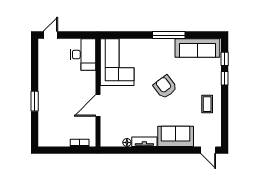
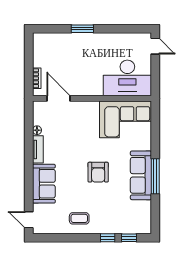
sofa: (197, 48) -> (141, 175), moved
desk: (83, 54) -> (127, 78), width x1.36, depth x1.30
armchair: (165, 87) -> (98, 172), turned 127
door: (98, 105) -> (59, 98), moved
door: (208, 150) -> (29, 220), hinge flipped

